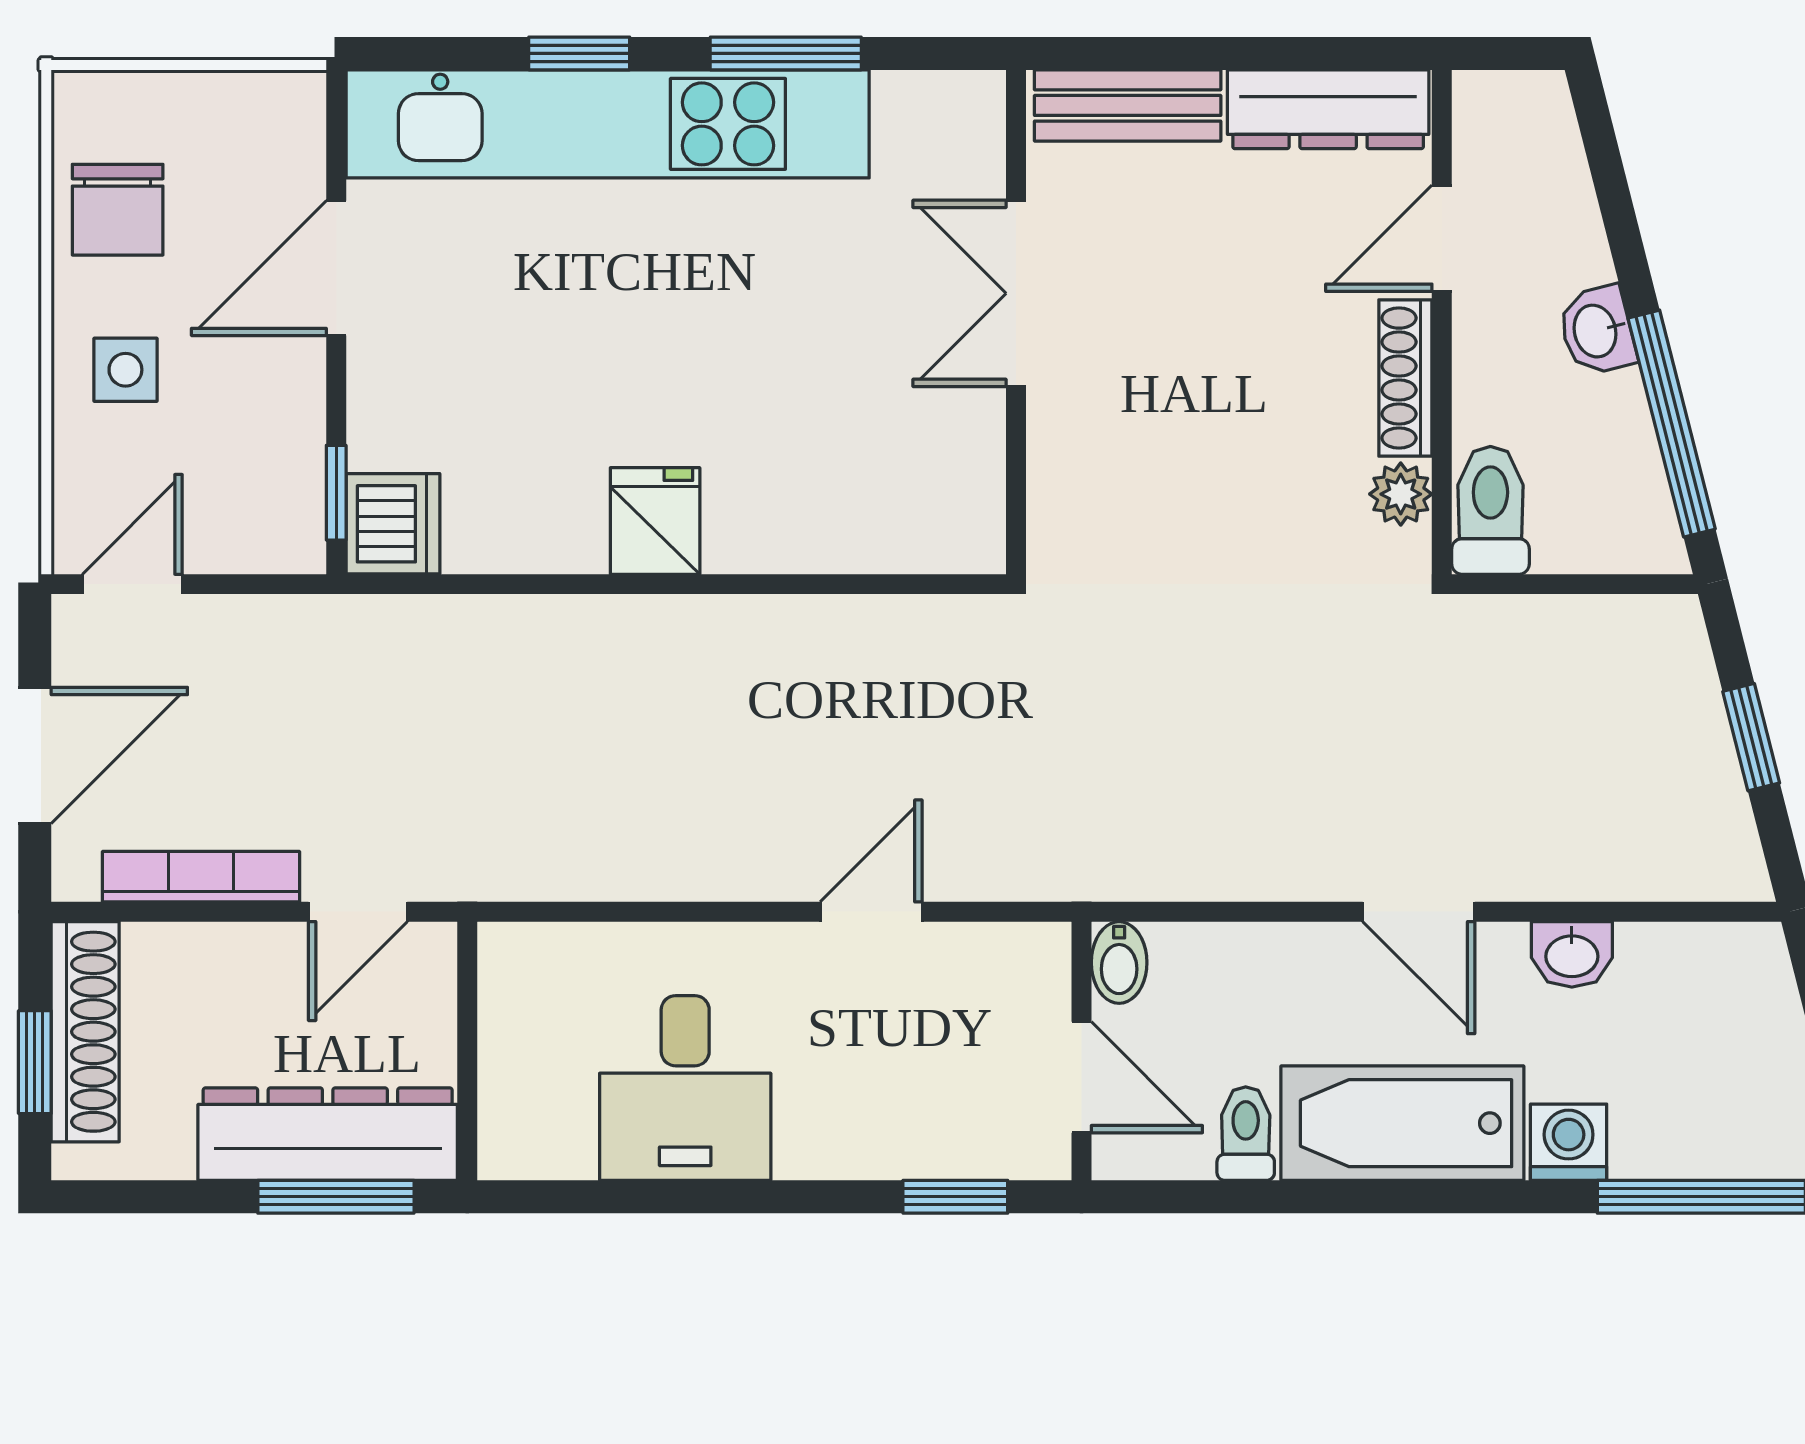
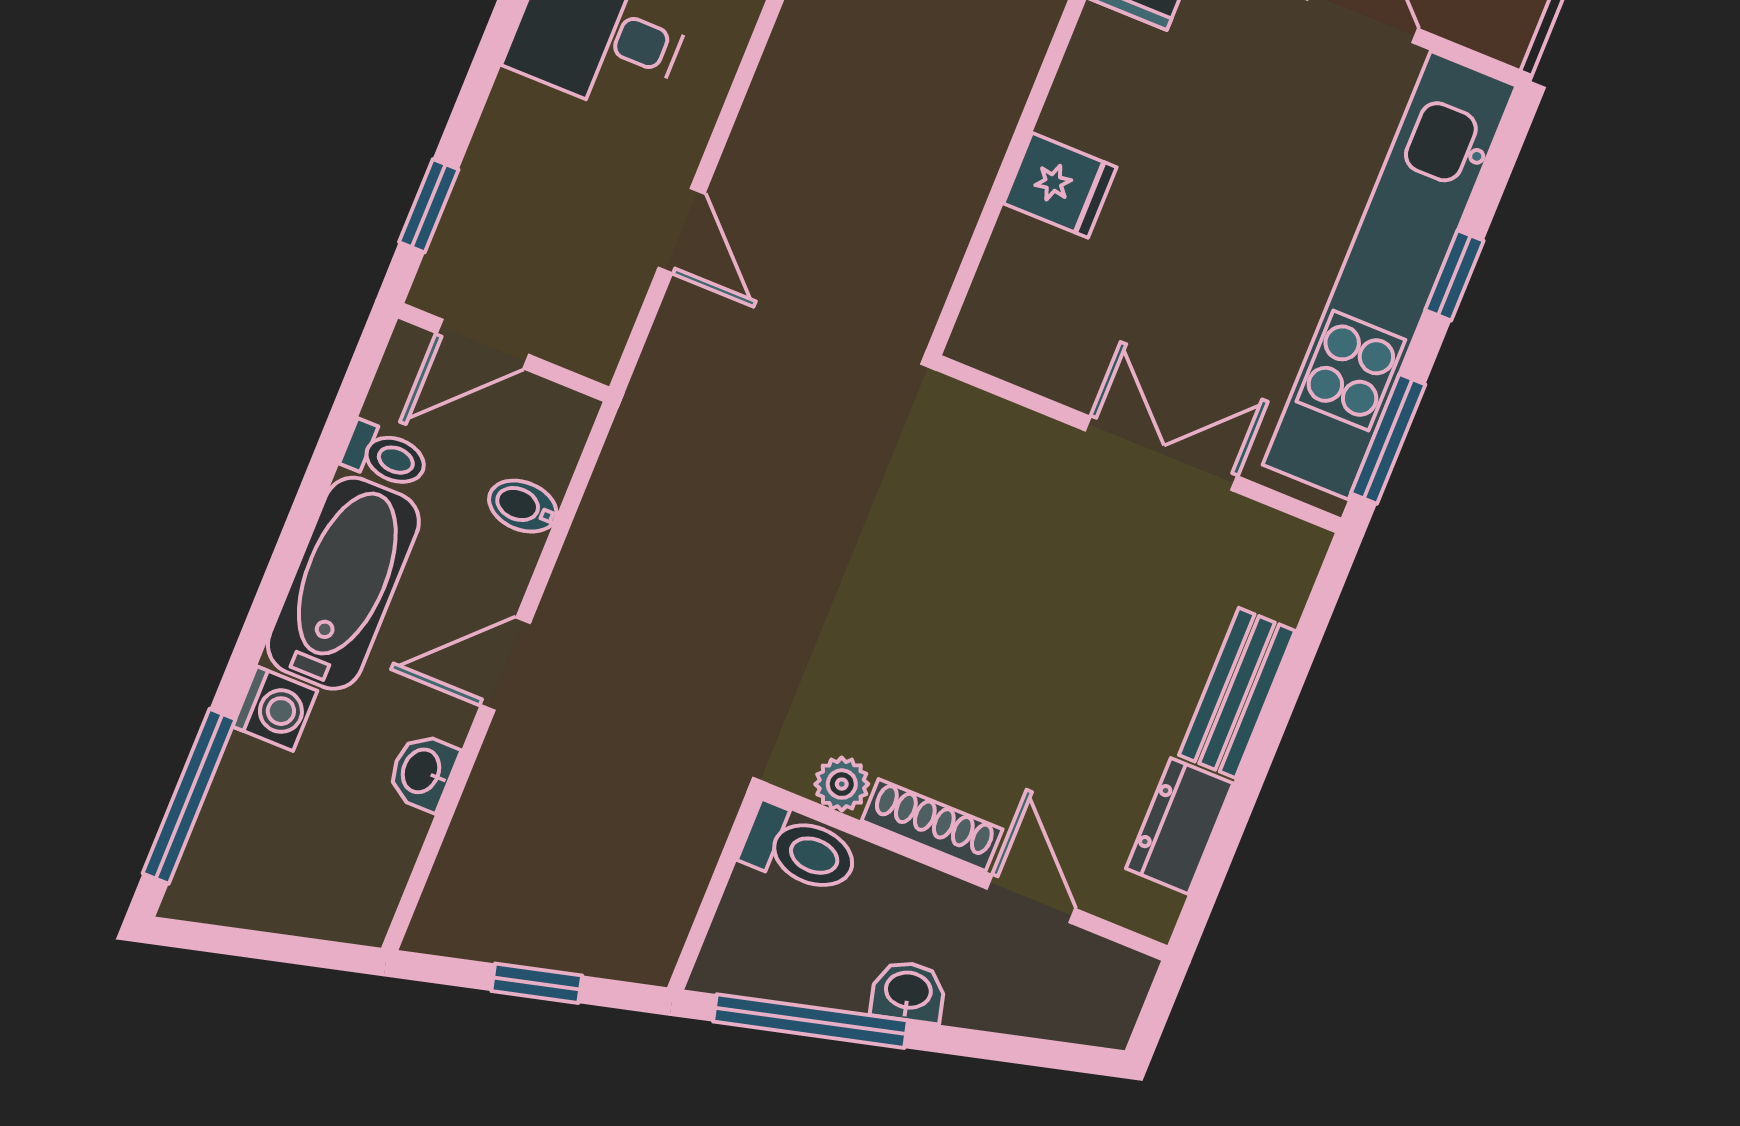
dresser: (1328, 109) -> (1179, 826), width x0.70
double door: (1016, 293) -> (1161, 453), moved
wall: (1016, 322) -> (1138, 444), moved
bidet: (1119, 962) -> (523, 506), moved

